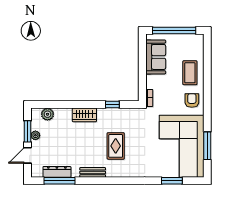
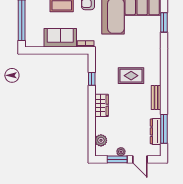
sofa: (156, 57) -> (60, 38), moved

